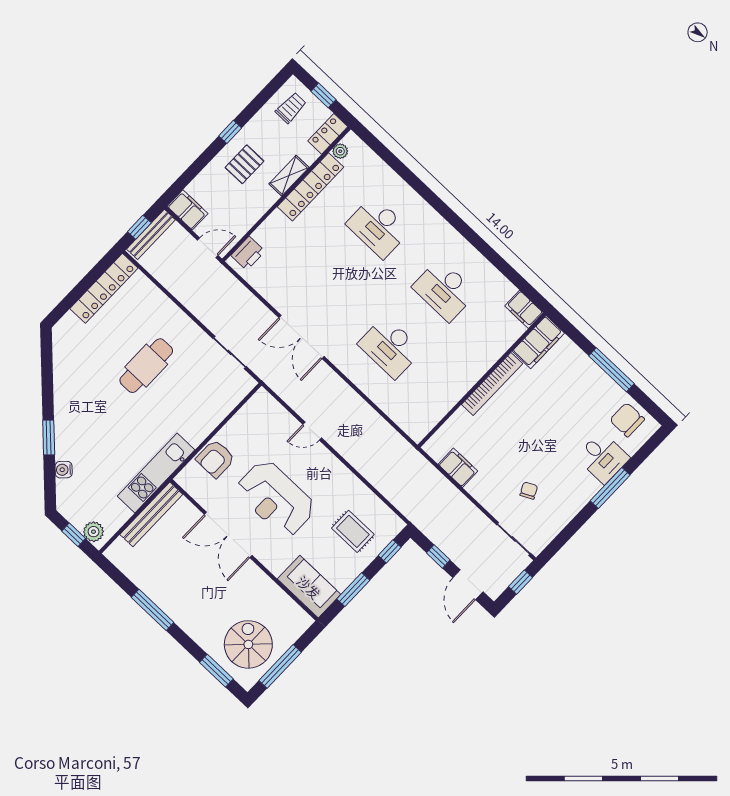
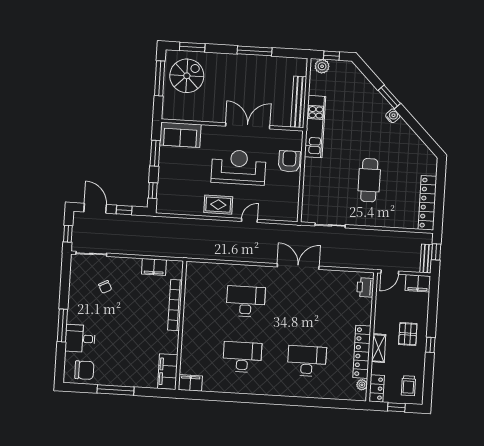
bench: (151, 234) -> (426, 259), width x0.73
bookcase: (492, 384) -> (175, 305), moved
water cooler: (64, 470) -> (393, 116), moved
rug: (353, 531) -> (218, 205), moved
spiral stairs: (248, 644) -> (187, 76), turned -90

